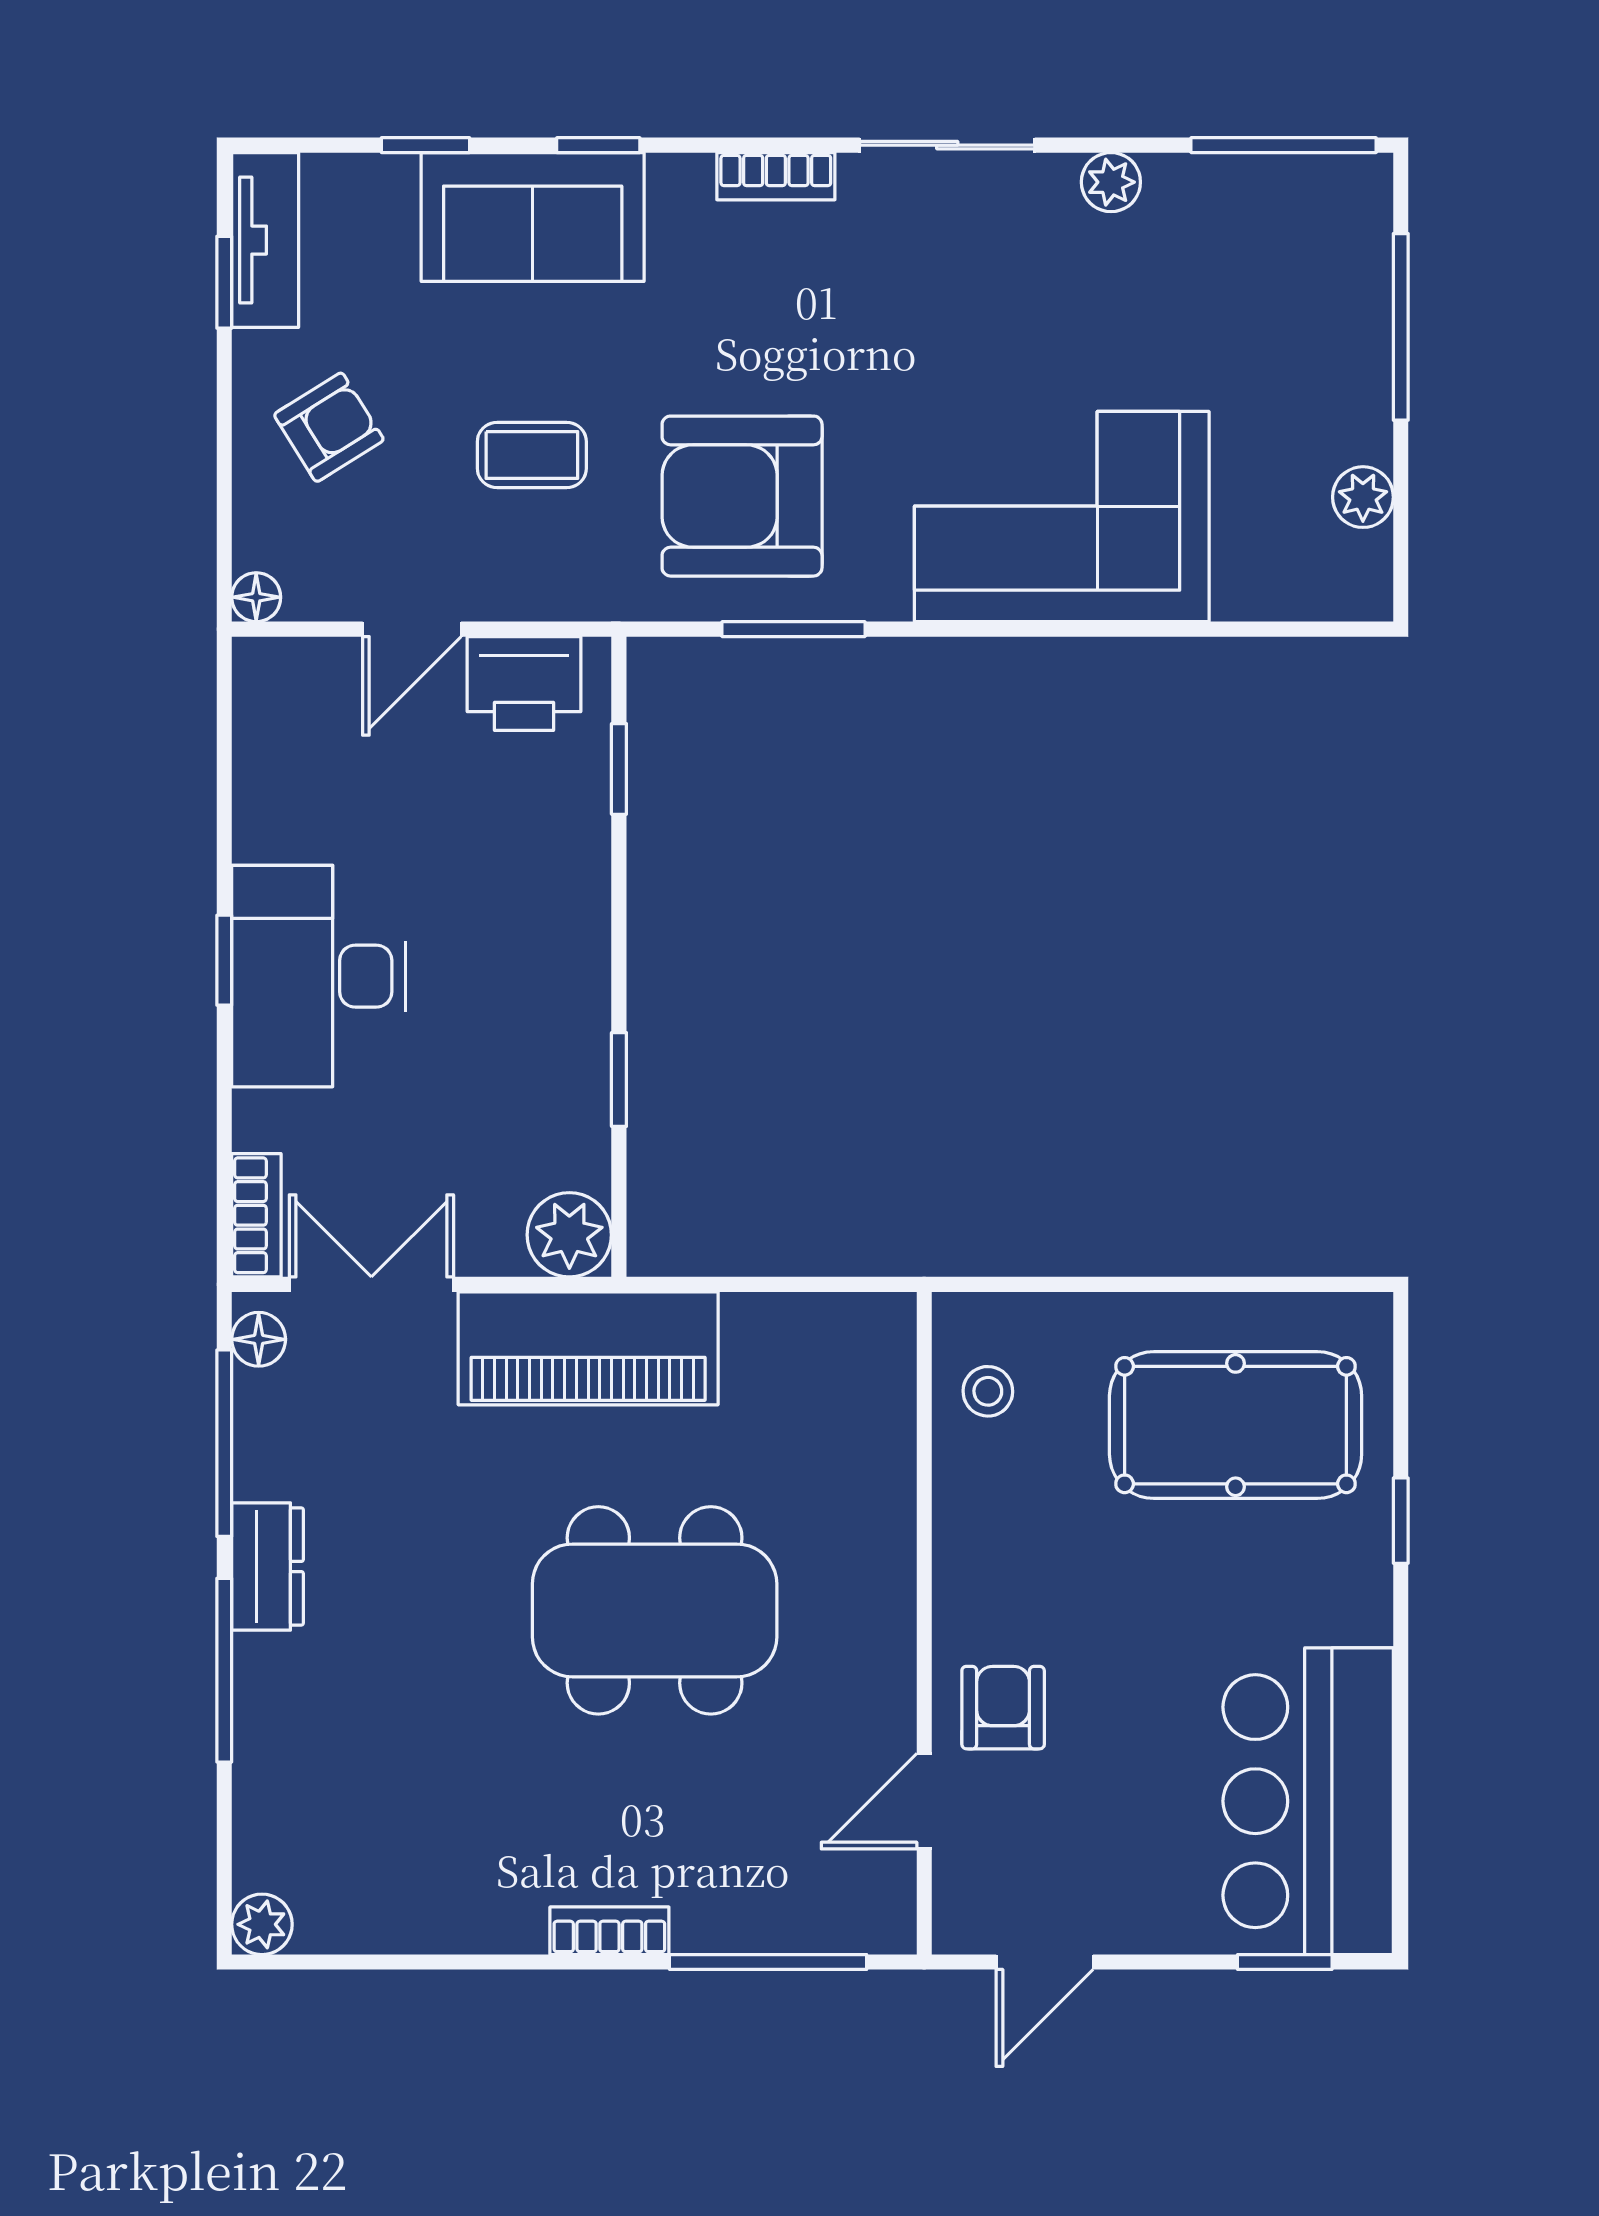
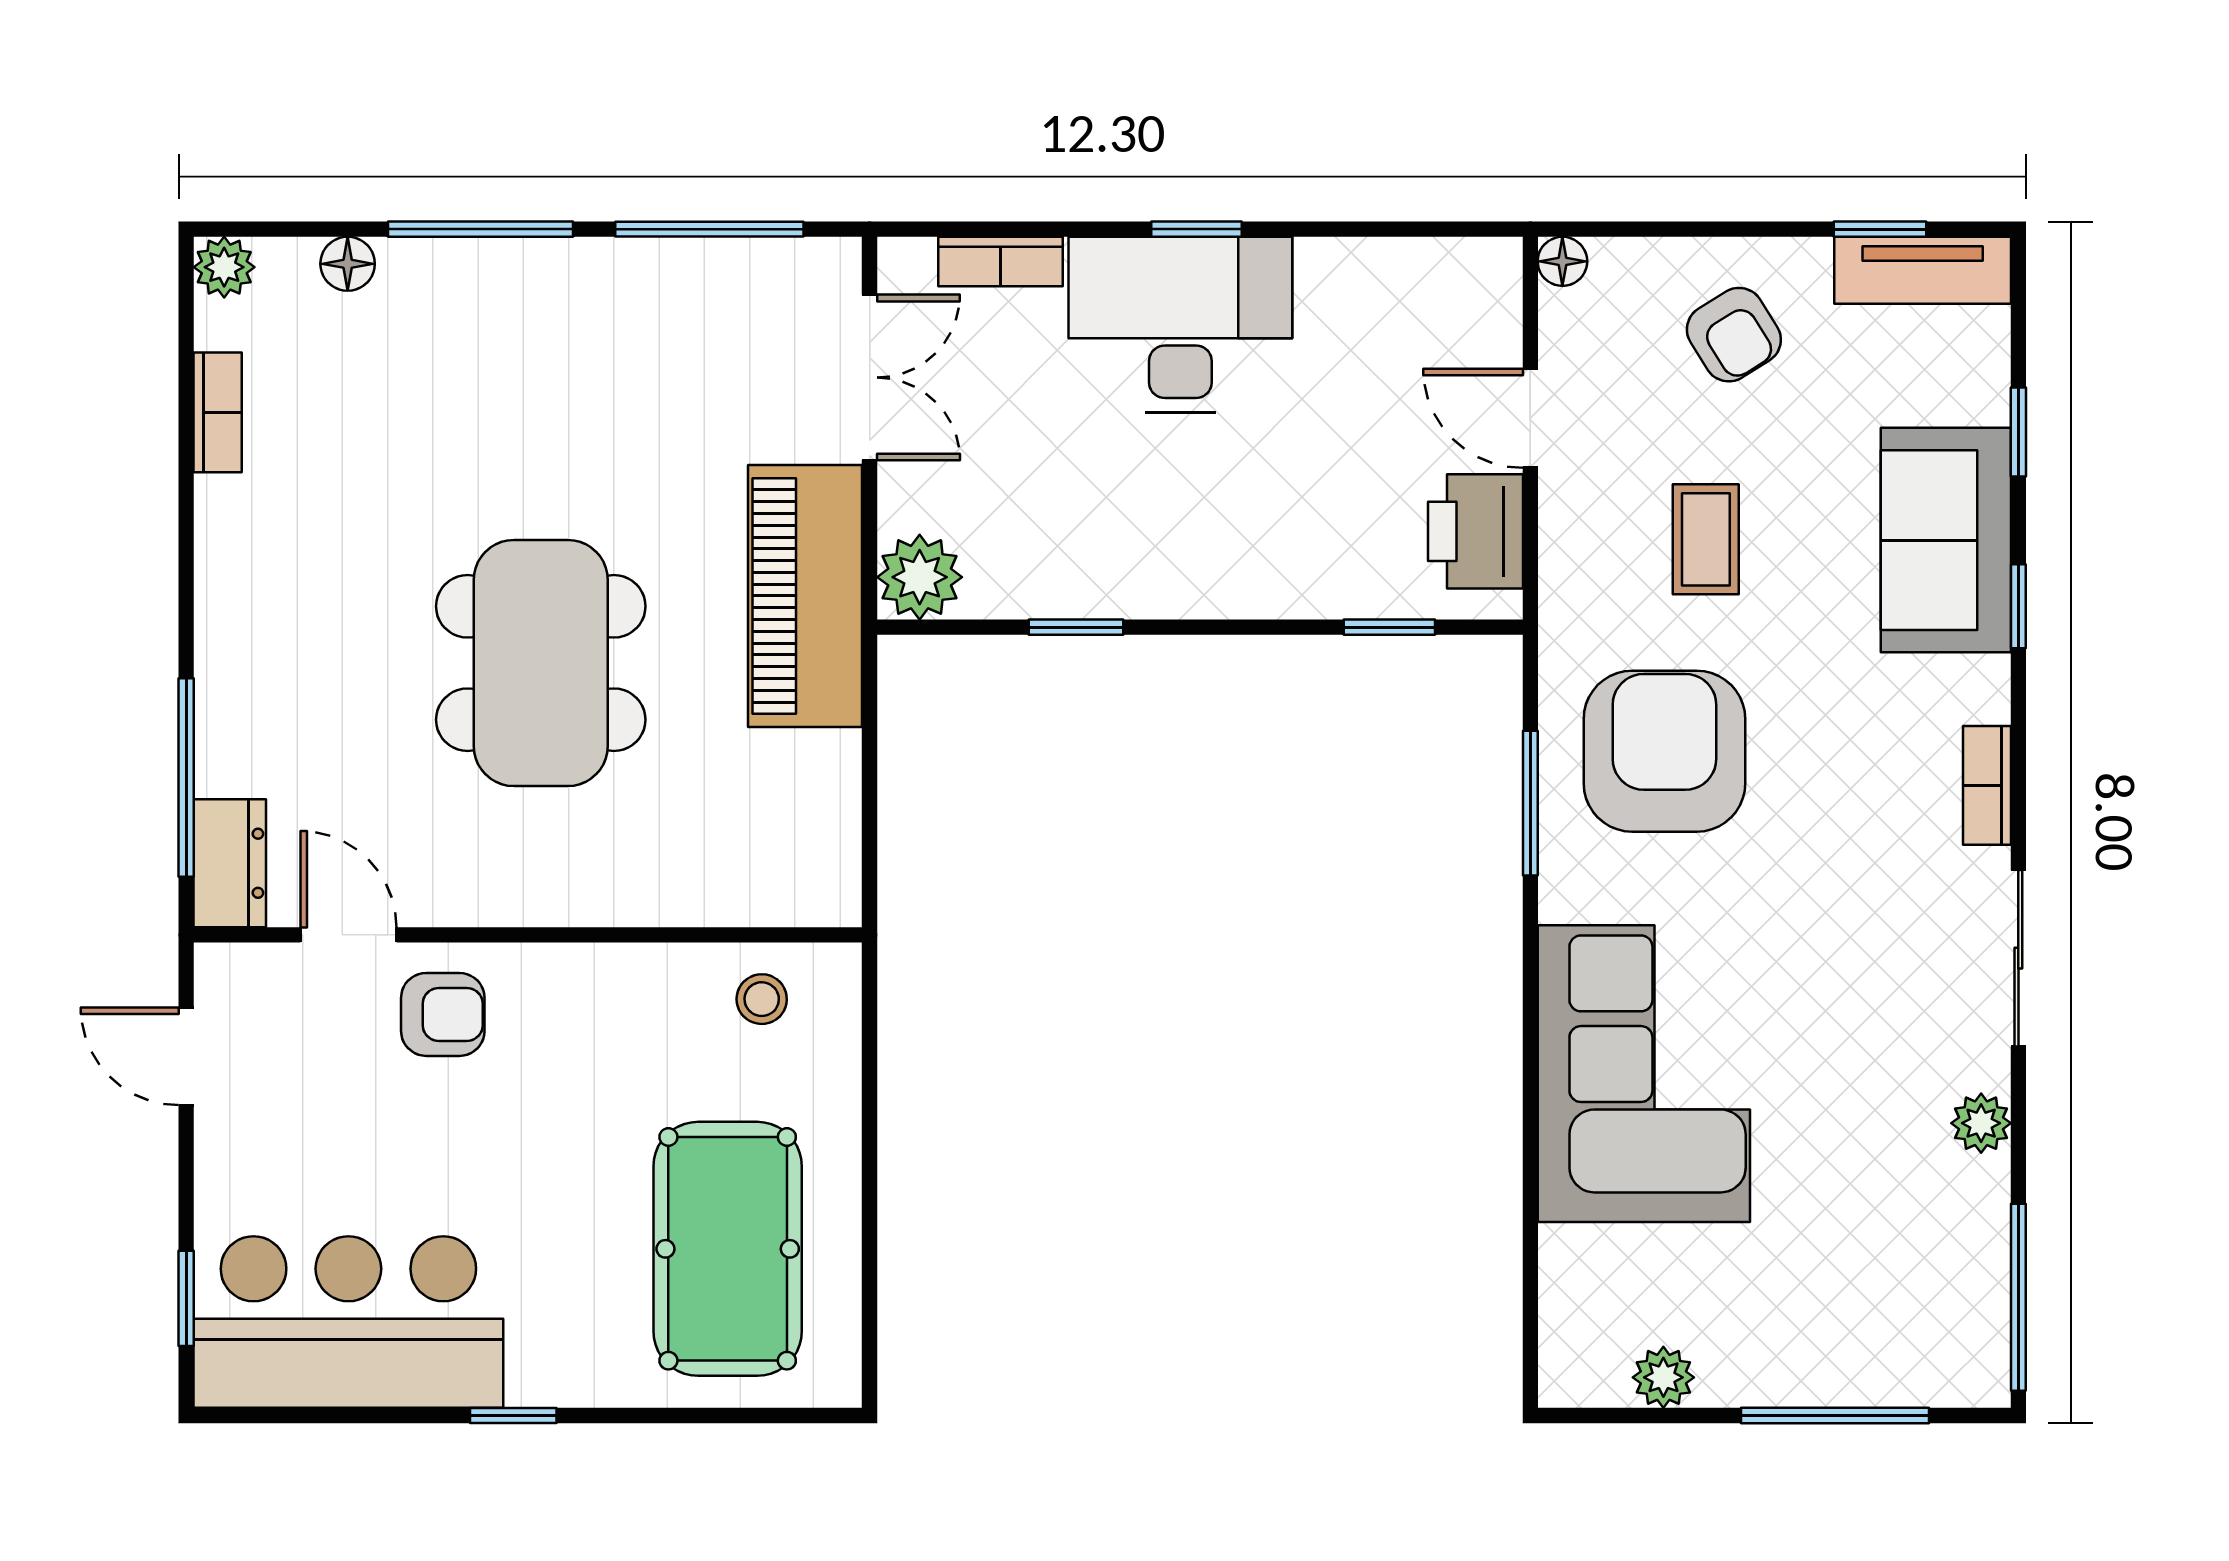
bookcase: (256, 1215) -> (1000, 262), moved
floor lamp: (259, 1339) -> (348, 264), moved
window: (1401, 1521) -> (513, 1415), moved
dresser: (268, 1566) -> (230, 863), moved, turned -90
bookcase: (609, 1931) -> (218, 412), moved

